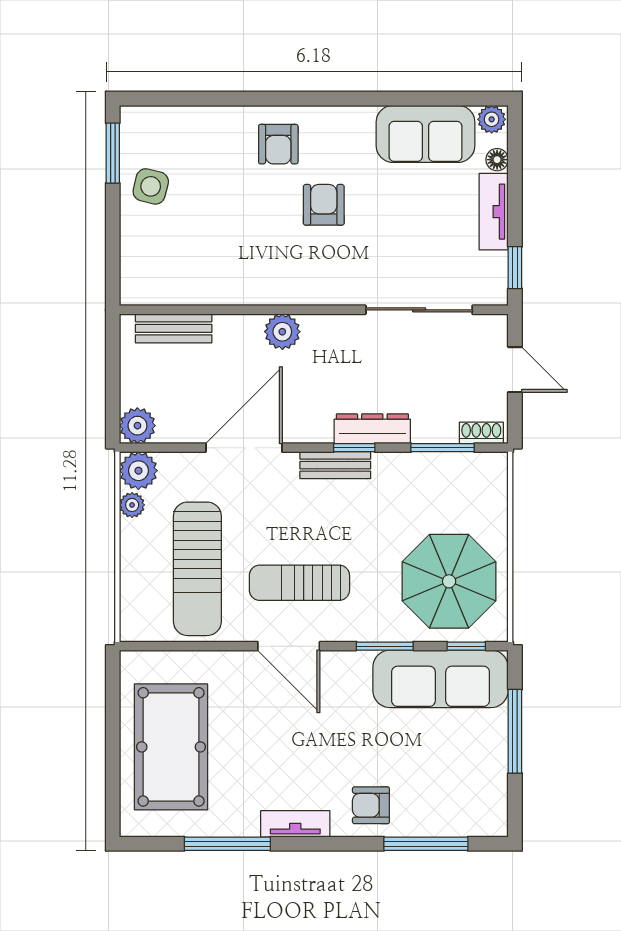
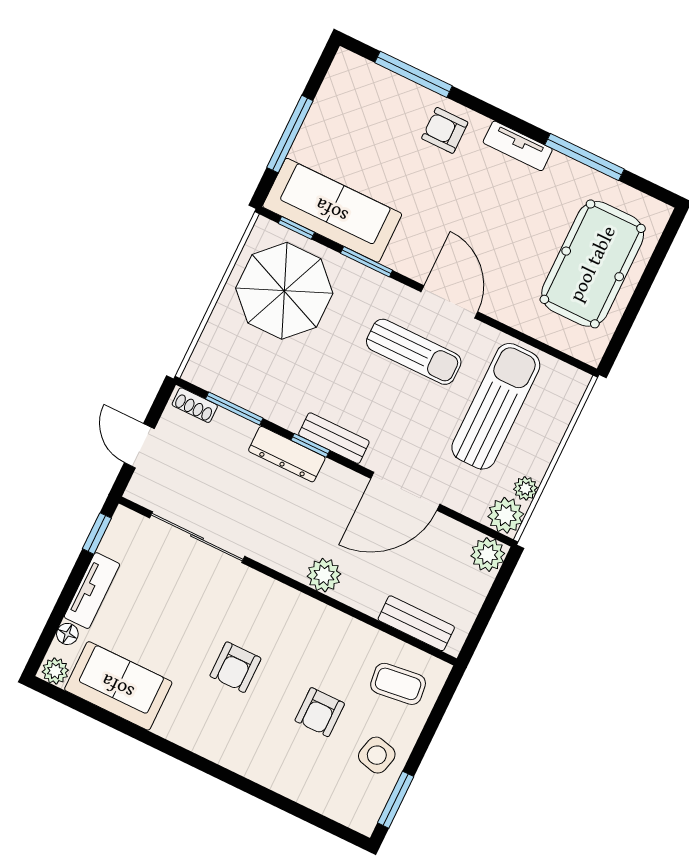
armchair: (278, 144) -> (320, 712), moved, turned 180
coffee table: (163, 263) -> (398, 684), added
armchair: (371, 805) -> (445, 130), turned 180

